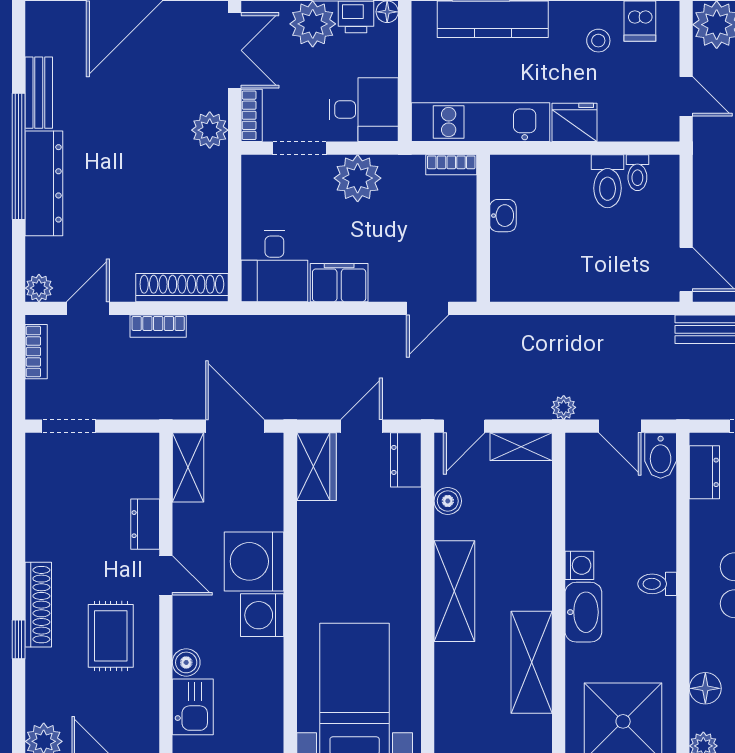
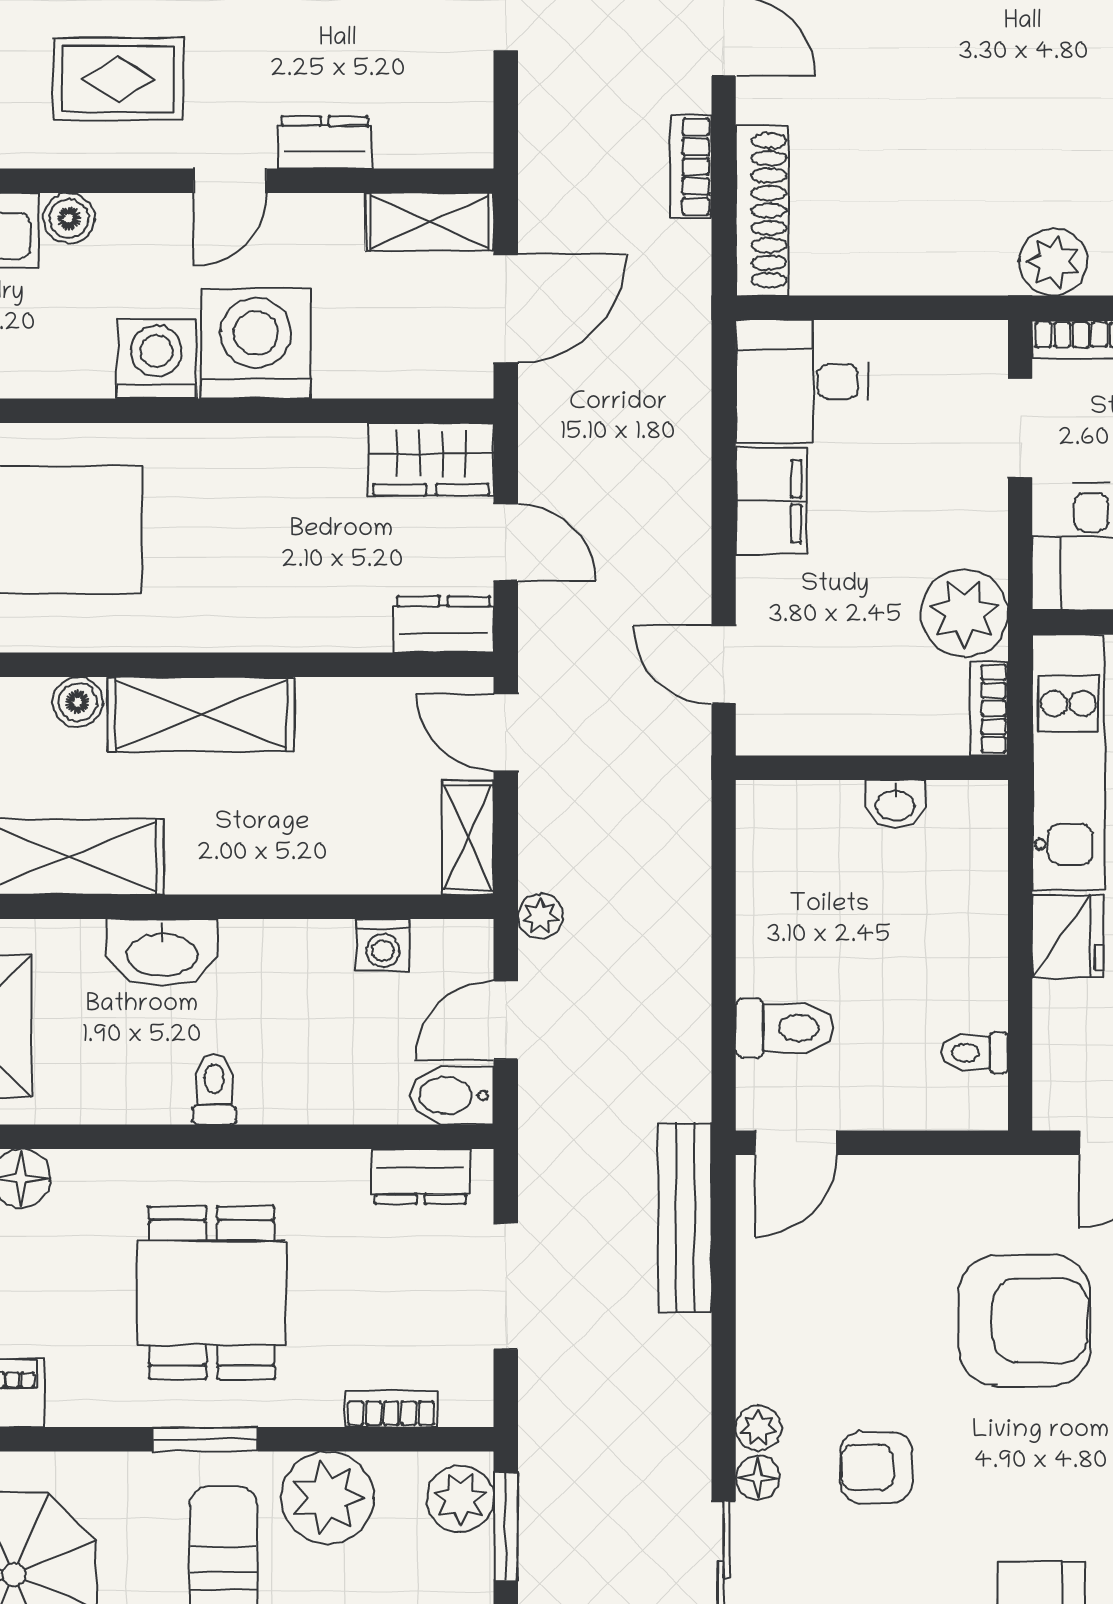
plant: (358, 178) -> (964, 613), moved
toilet: (608, 181) -> (785, 1028), moved, turned 180
boiler: (448, 501) -> (78, 702), moved
washing machine: (579, 565) -> (383, 945), moved

